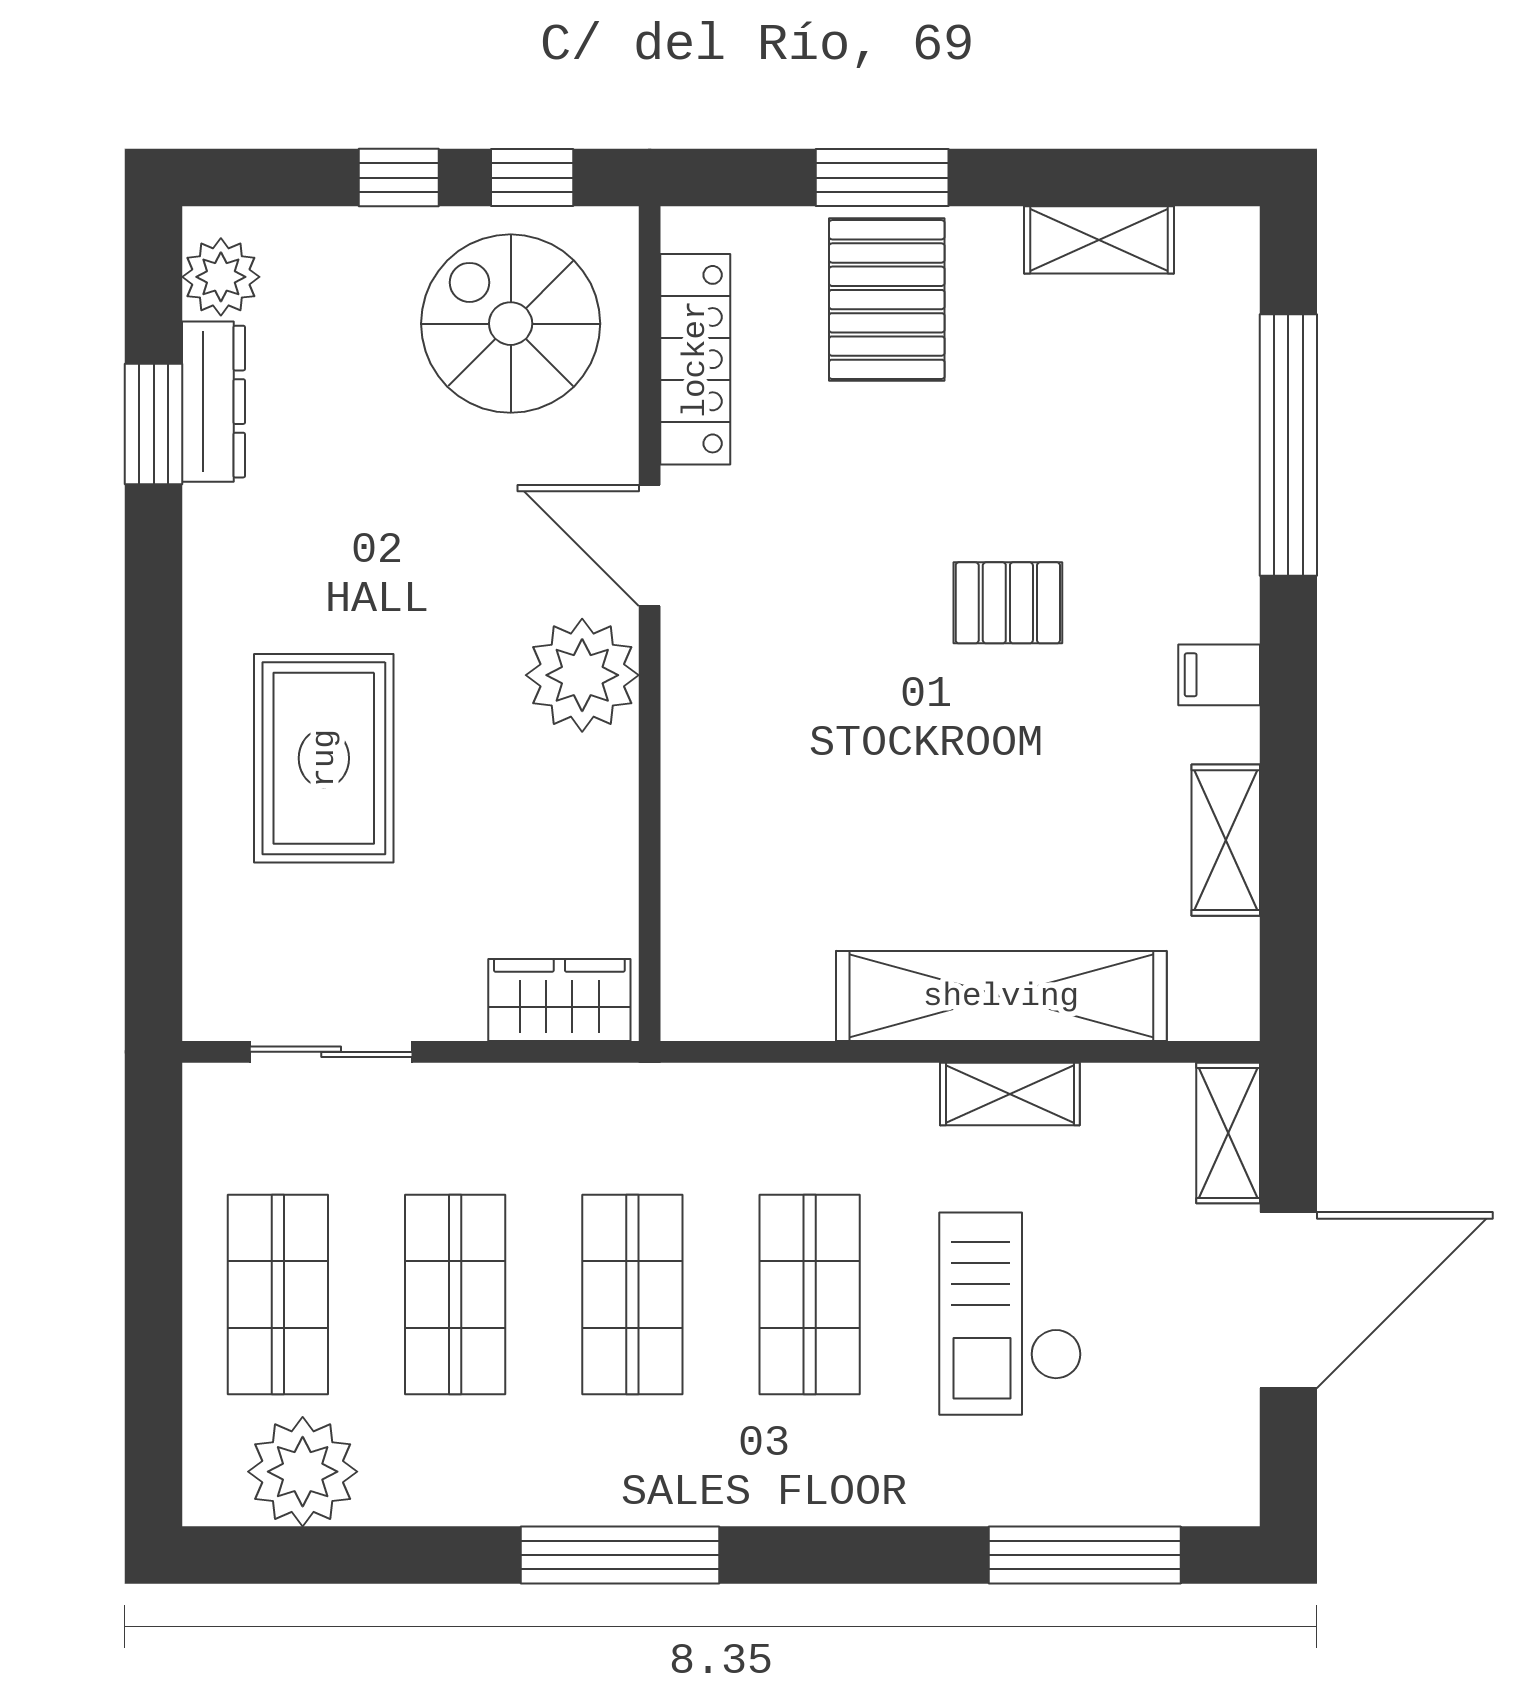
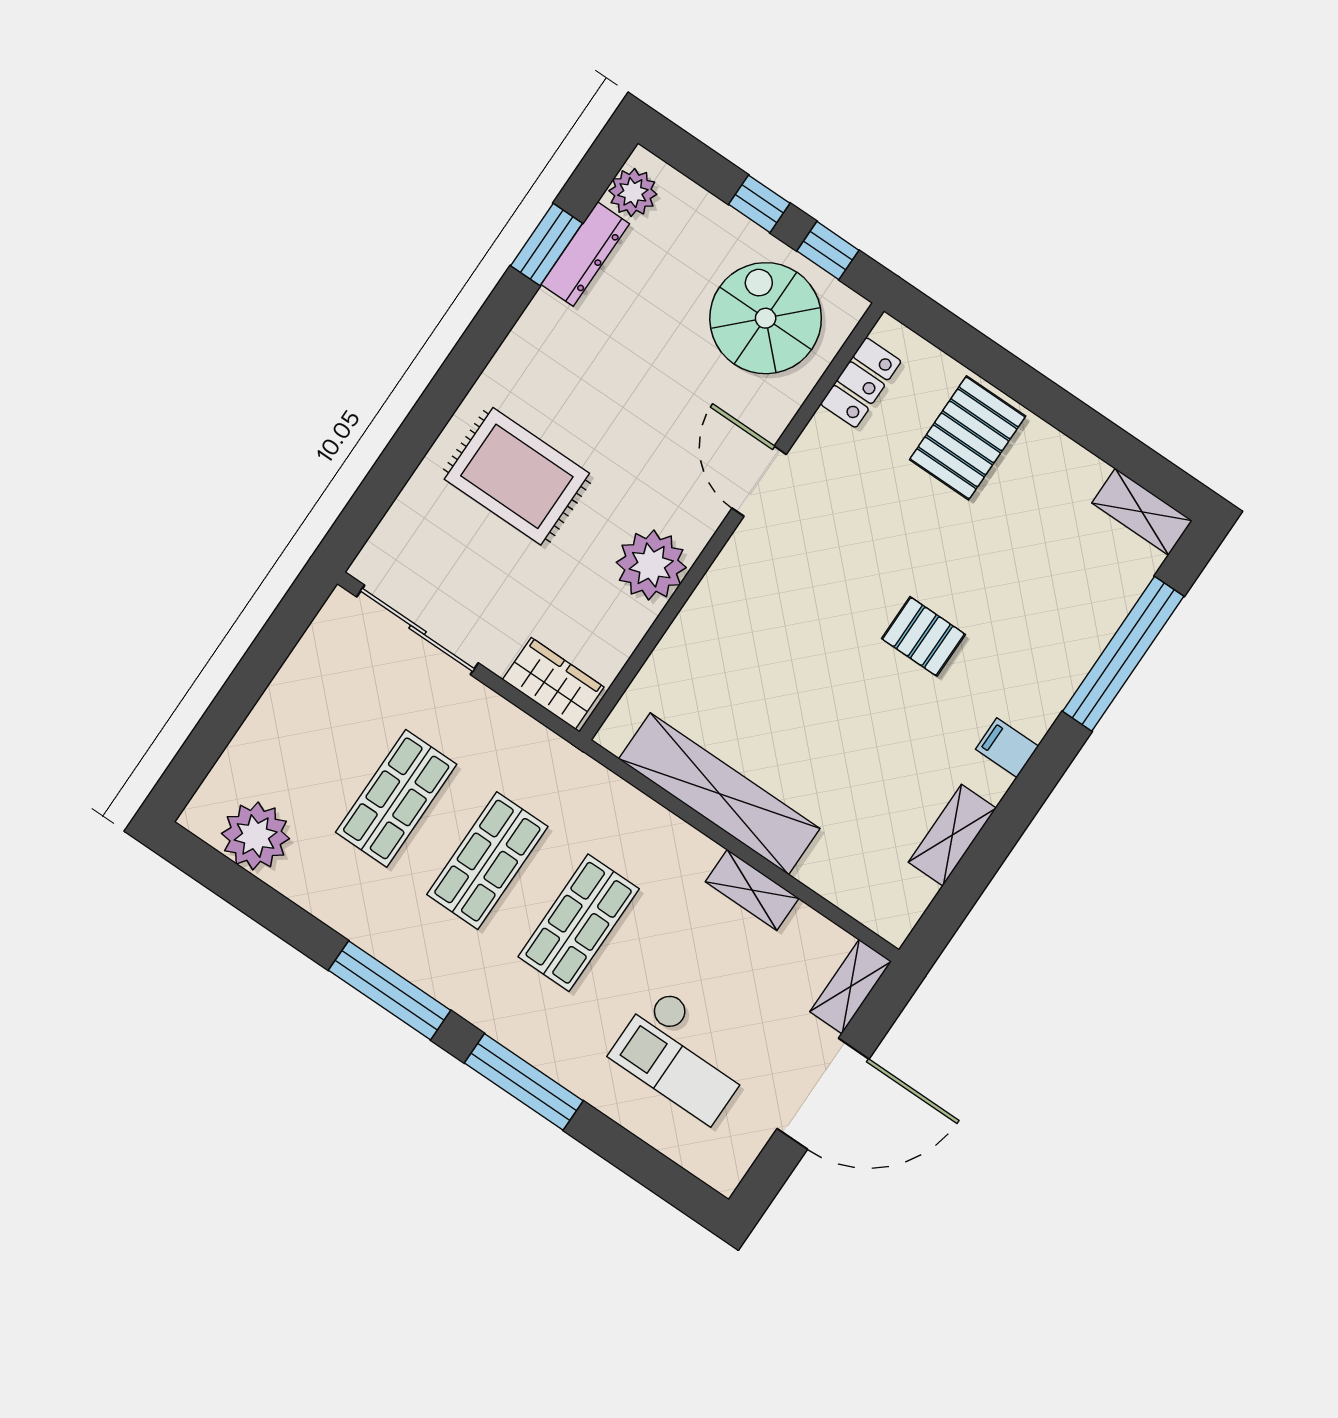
window: (882, 178) -> (1008, 373), removed
shelving: (1099, 240) -> (1142, 512), moved
locker: (695, 359) -> (861, 383), width x0.66
plant: (582, 675) -> (651, 565), moved
rug: (324, 758) -> (517, 476), turned 90
shelving: (1001, 996) -> (719, 794), moved
sliding door: (331, 1052) -> (418, 630), width x1.37
shop shelf: (278, 1295) -> (305, 736), removed
checkout: (1010, 1314) -> (684, 1055), moved, turned -90
window: (1085, 1555) -> (524, 1082), moved

